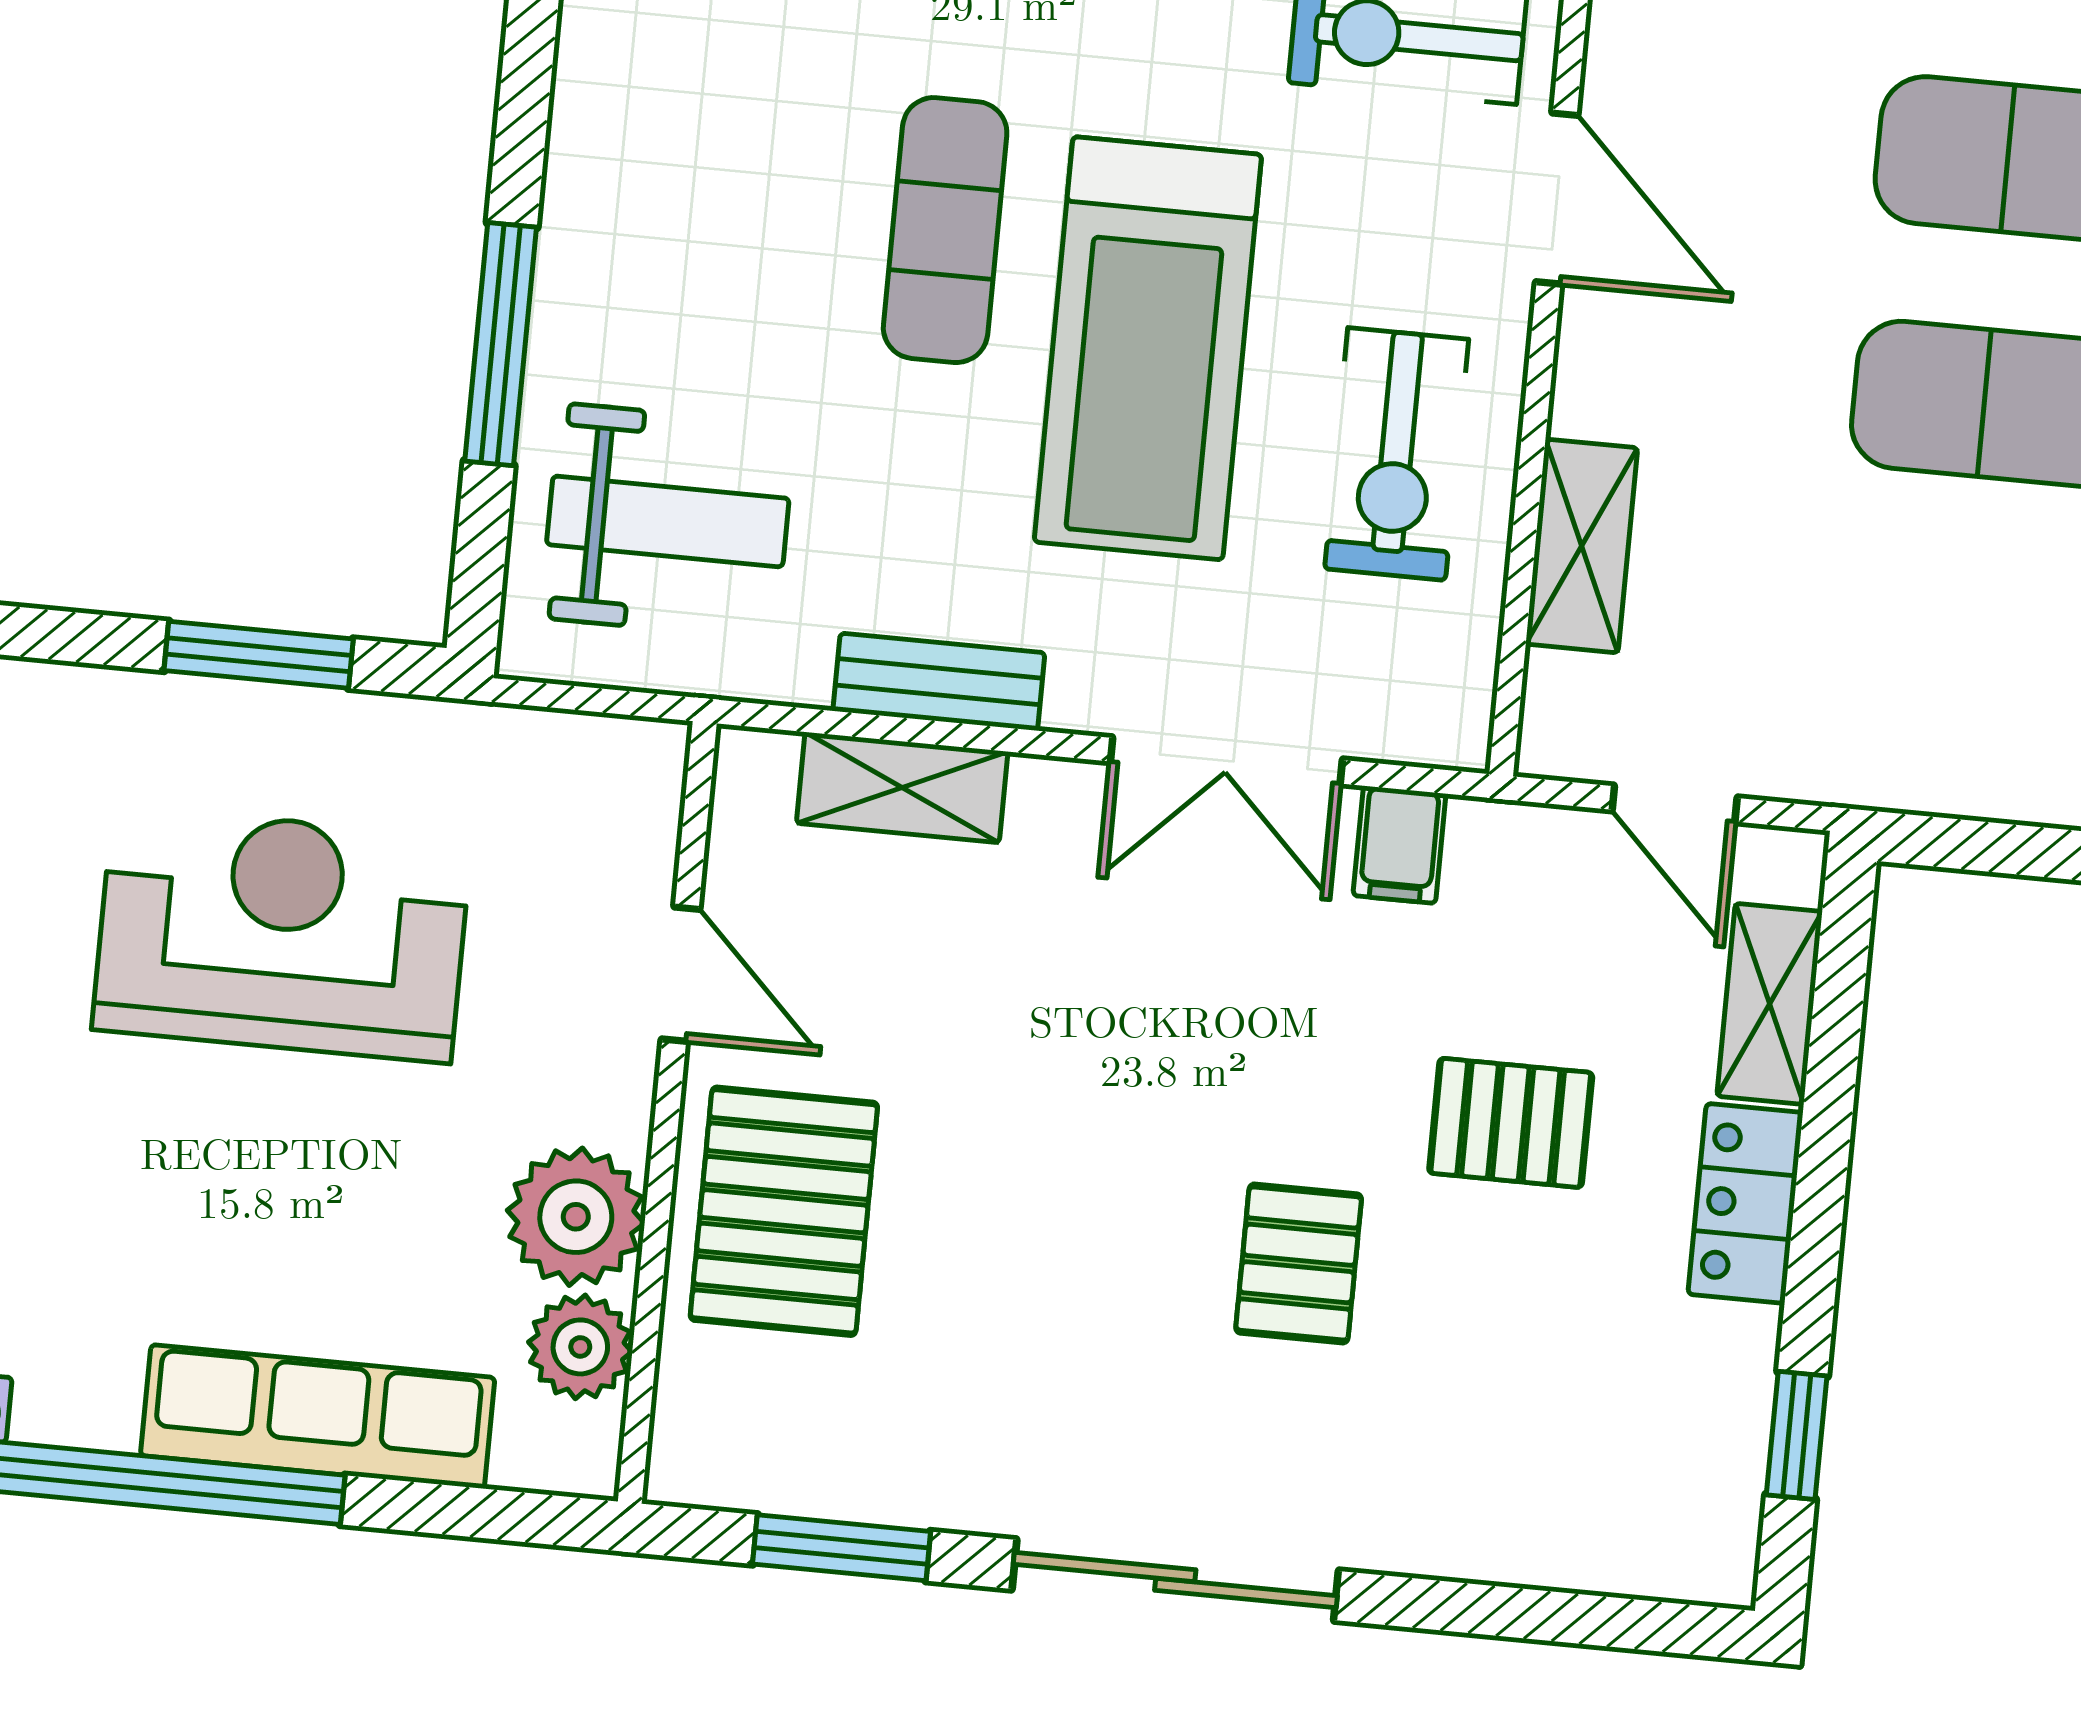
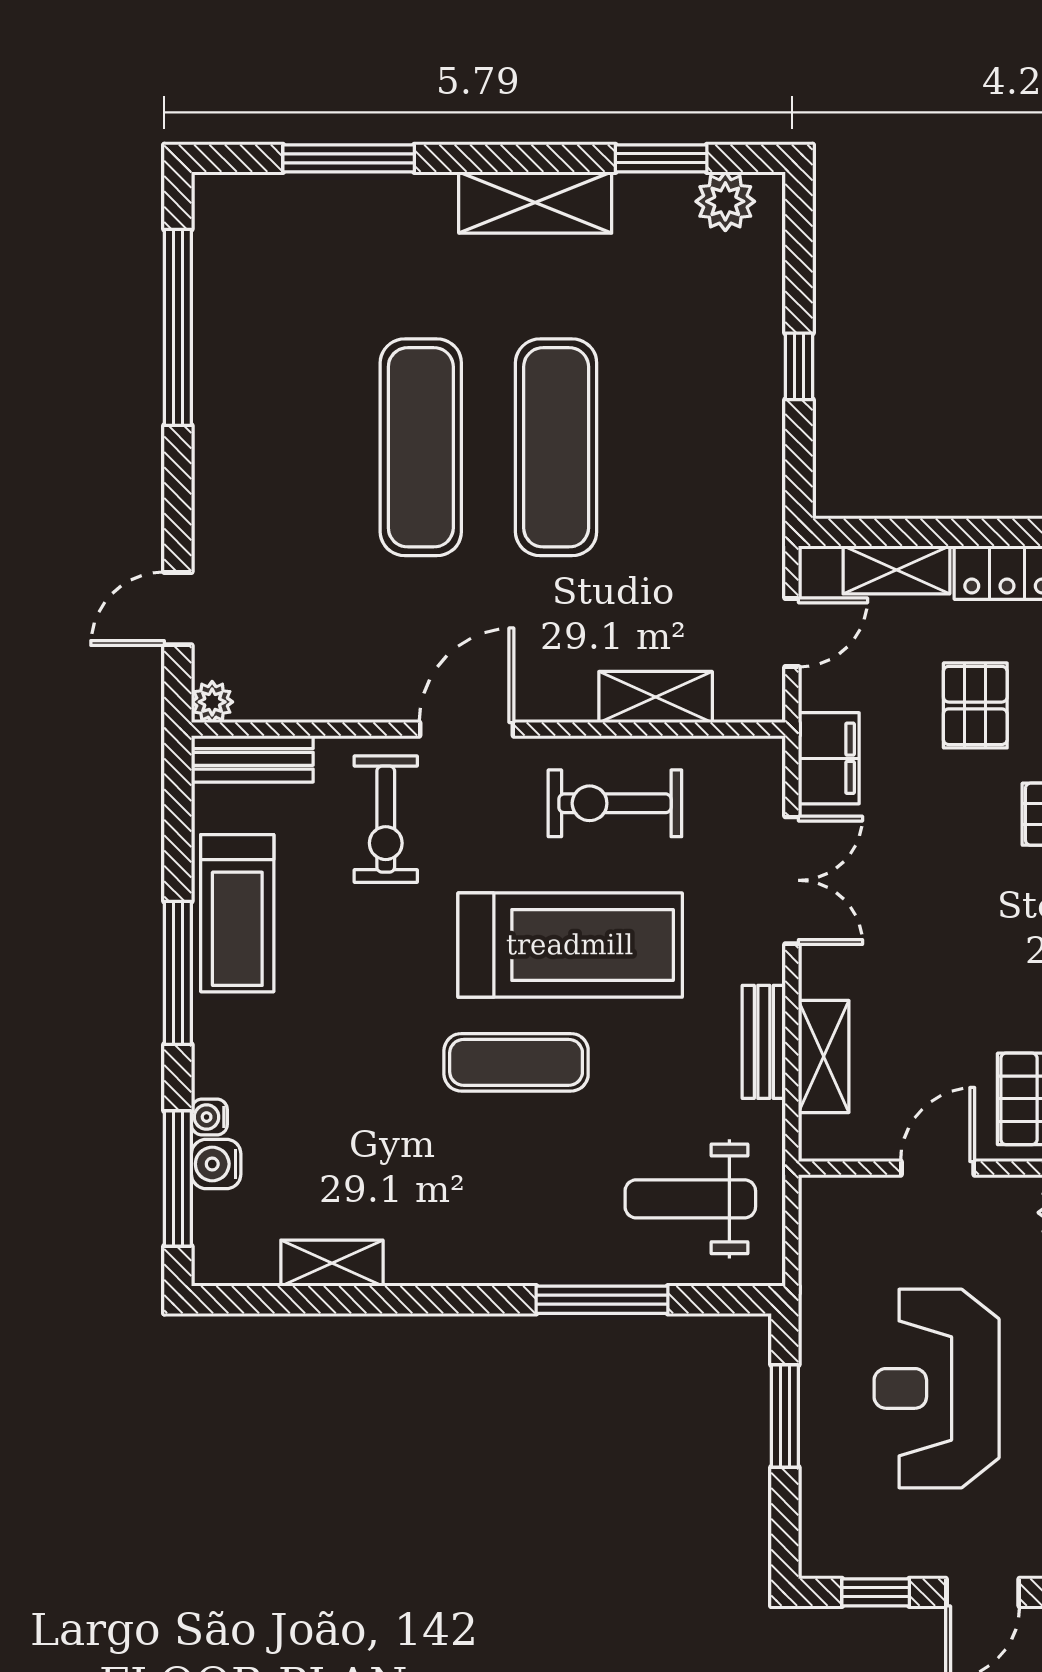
exercise bike: (1397, 454) -> (615, 803), turned 180
weight bench: (668, 521) -> (690, 1199), turned -90
filing cabinet: (1399, 845) -> (829, 758), width x2.00

